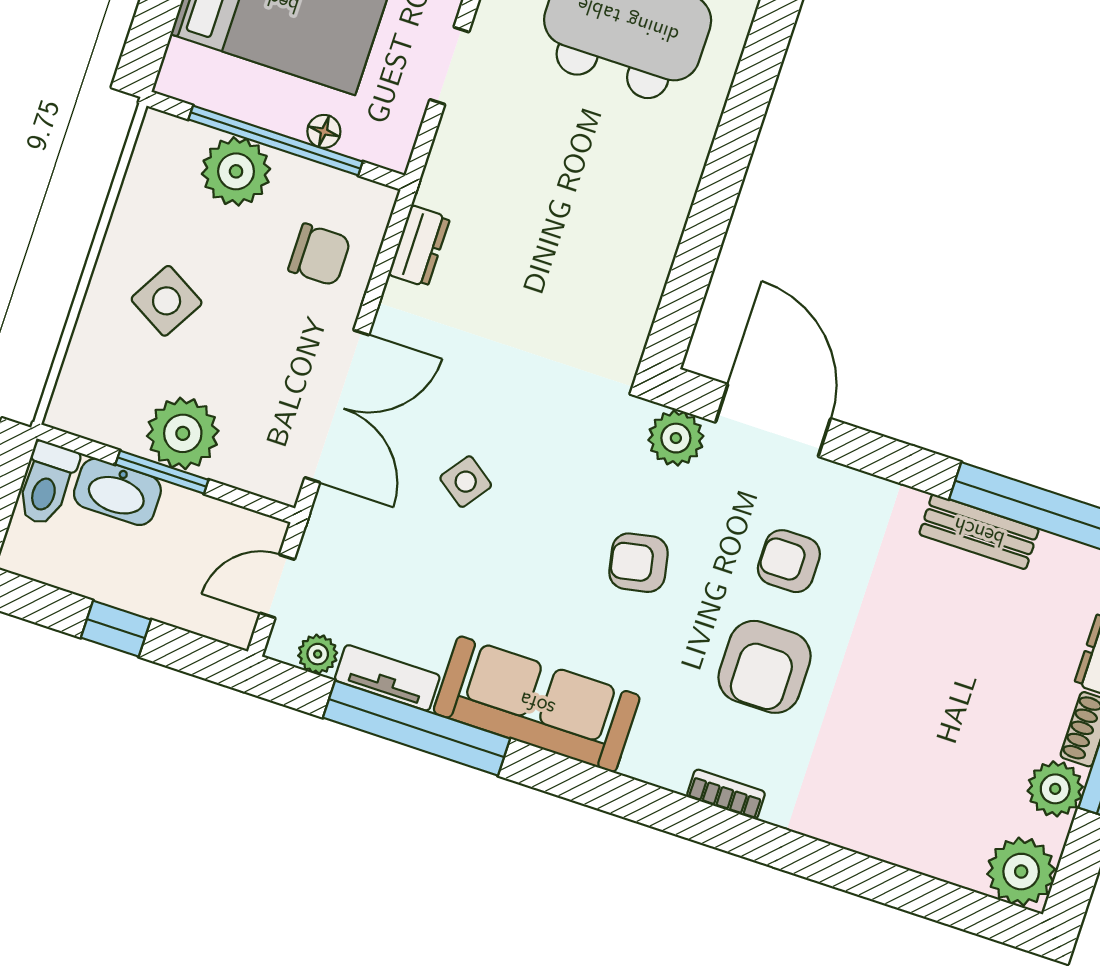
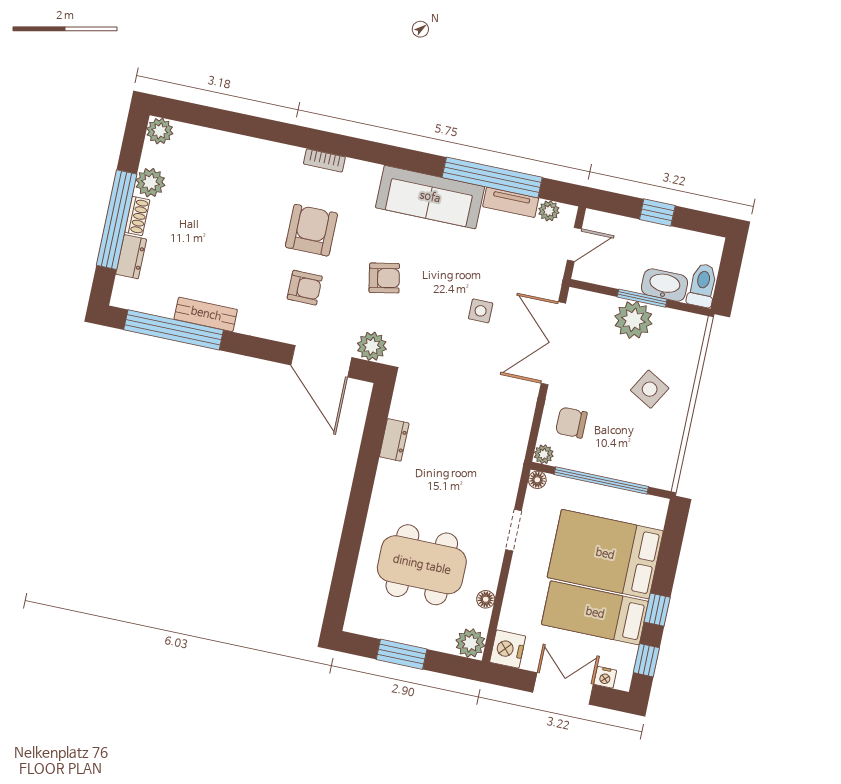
floor lamp: (324, 131) -> (537, 480), moved
plant: (236, 171) -> (544, 454), moved, width x0.53, depth x0.53
dresser: (419, 246) -> (394, 440), moved, turned 180
side table: (466, 482) -> (481, 311), turned -36
plant: (1021, 872) -> (160, 131), width x0.73, depth x0.73

